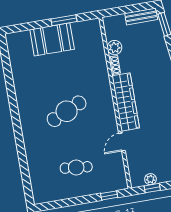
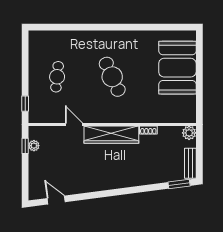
window: (64, 20) -> (199, 89), removed
booth: (52, 39) -> (177, 68), width x1.36, depth x1.42
plant: (114, 48) -> (189, 133), moved

